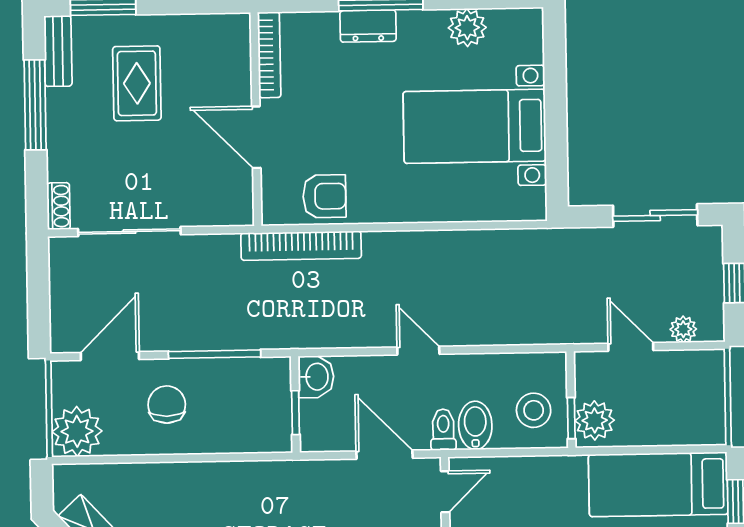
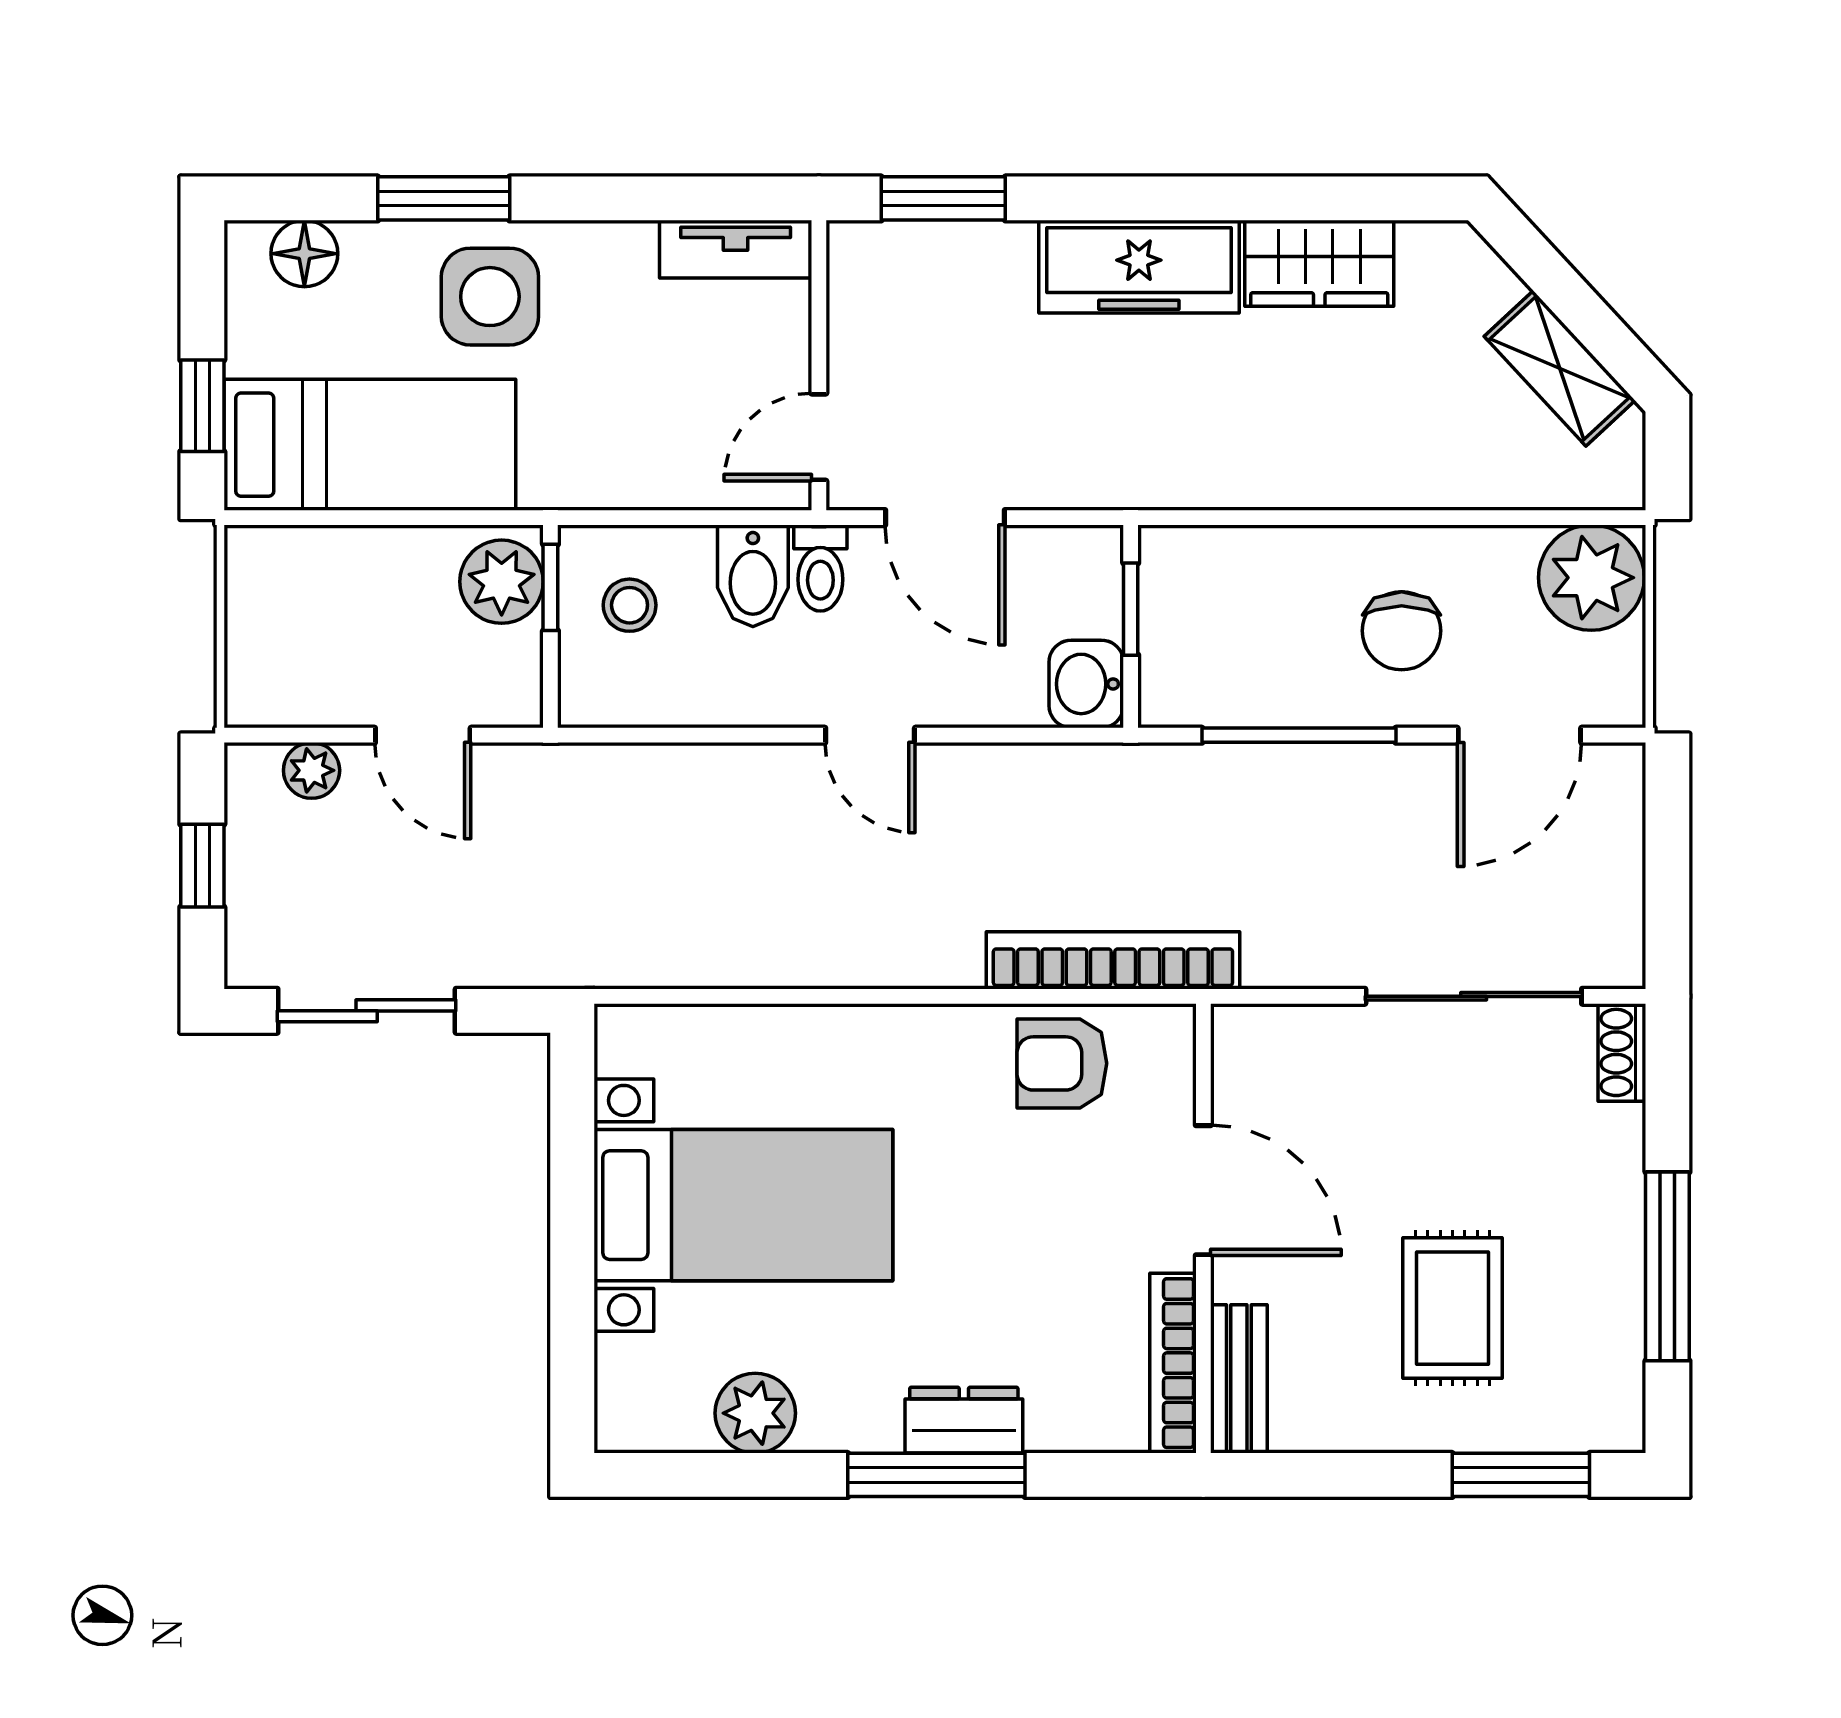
bench: (58, 51) -> (1239, 1379), moved
stool: (534, 410) -> (630, 605), width x0.73, depth x0.73

